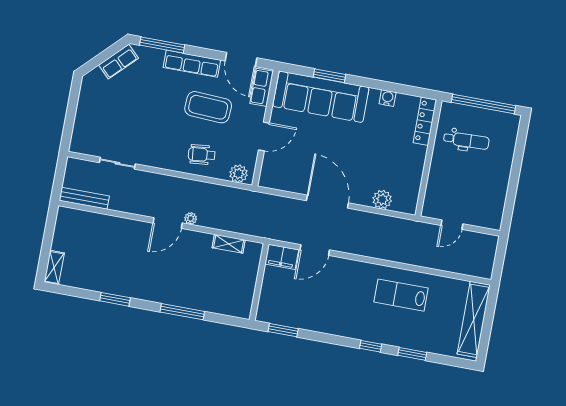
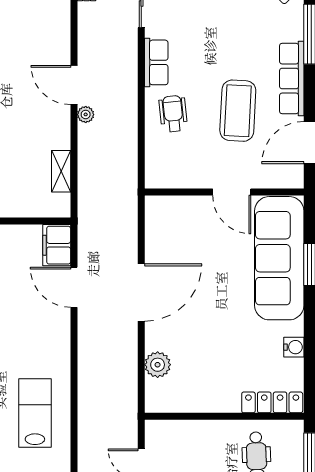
row of seats: (262, 87) -> (156, 62), moved, turned 90
door: (264, 136) -> (232, 192), moved
plant: (239, 174) -> (157, 167), removed

